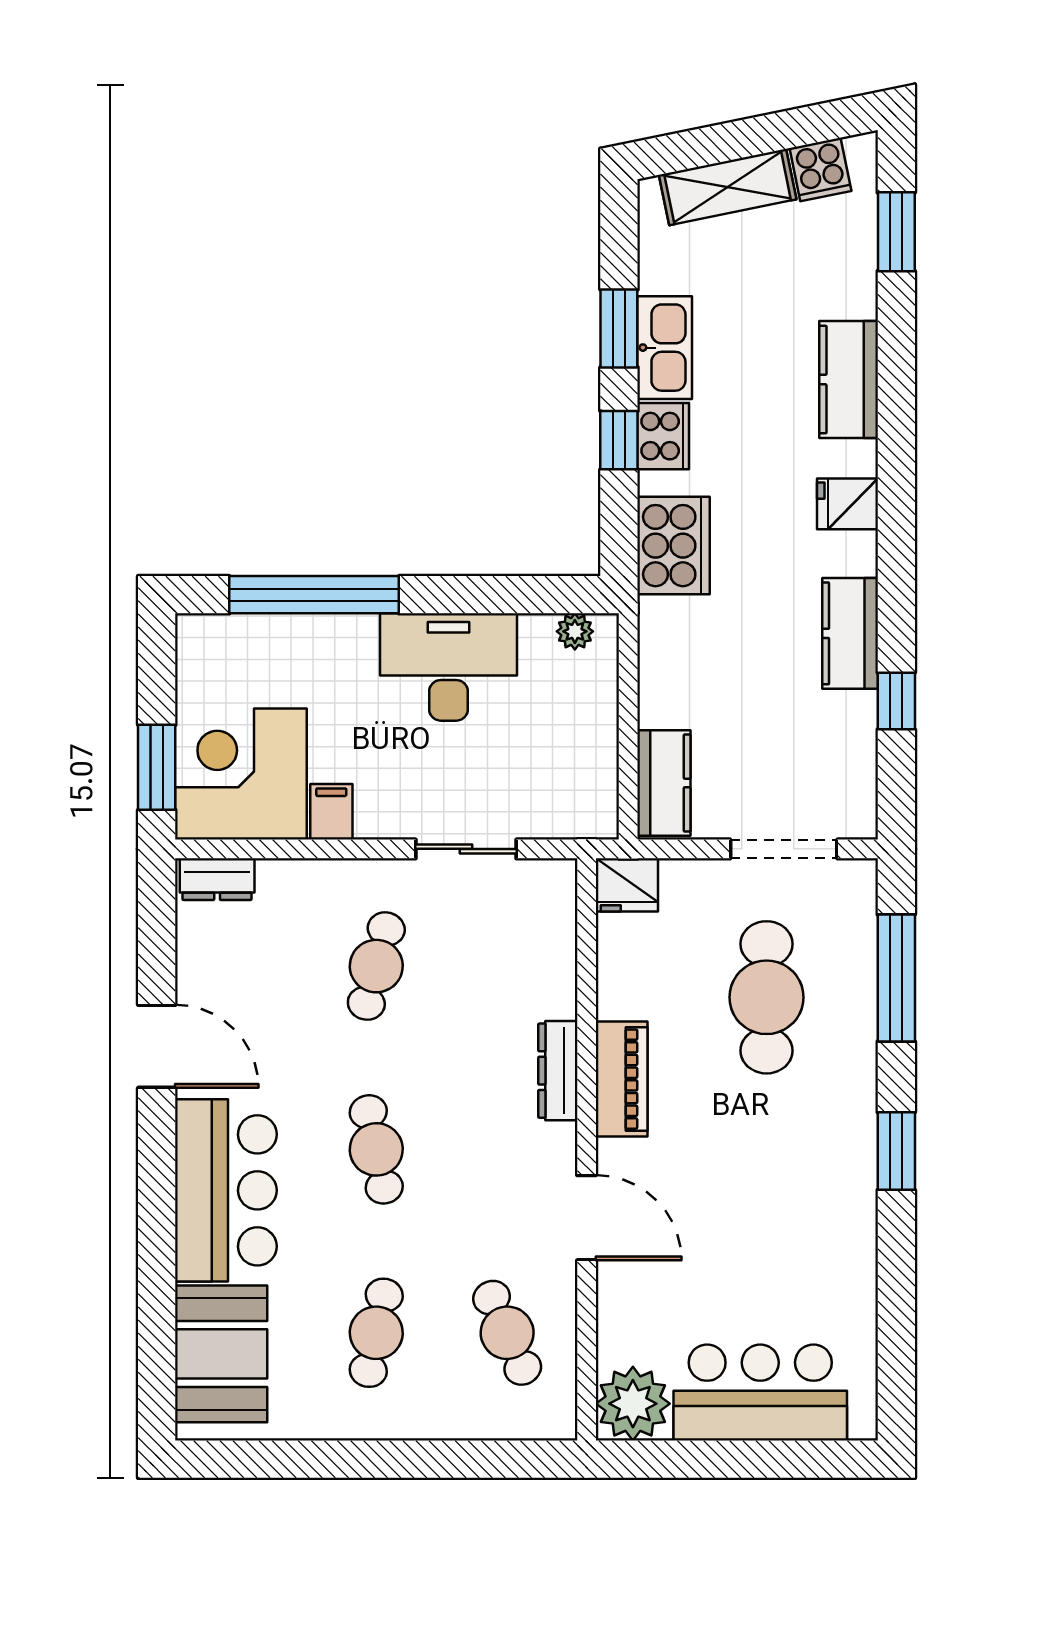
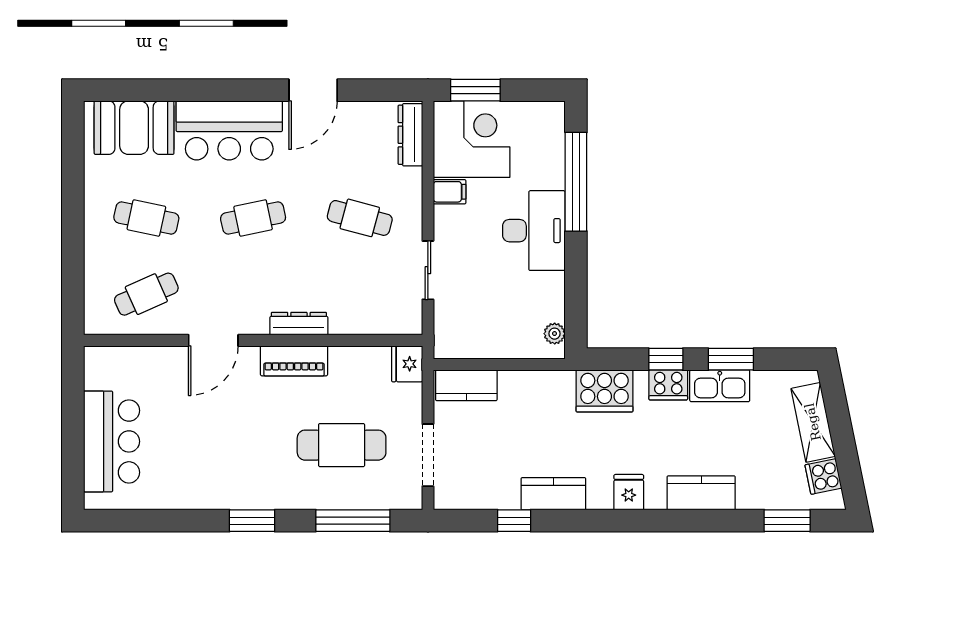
desk: (448, 667) -> (534, 231), moved
dresser: (217, 879) -> (410, 135), width x1.44
plant: (633, 1404) -> (105, 367), removed

